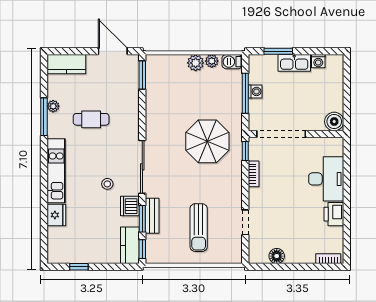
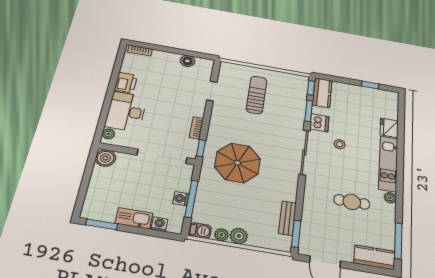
window: (278, 51) -> (102, 224), moved
washing machine: (318, 61) -> (159, 224), moved
plant: (53, 106) -> (390, 198), moved
window: (44, 117) -> (398, 241), moved
plant: (337, 149) -> (109, 134), added
bench: (152, 216) -> (287, 218), moved

